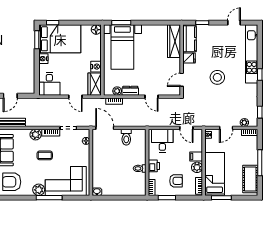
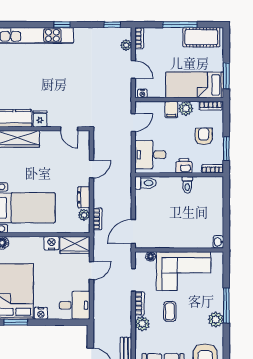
stool: (217, 77) -> (66, 81), removed
toilet: (126, 137) -> (146, 183), moved
corner sofa: (66, 181) -> (184, 271), moved, turned -90

